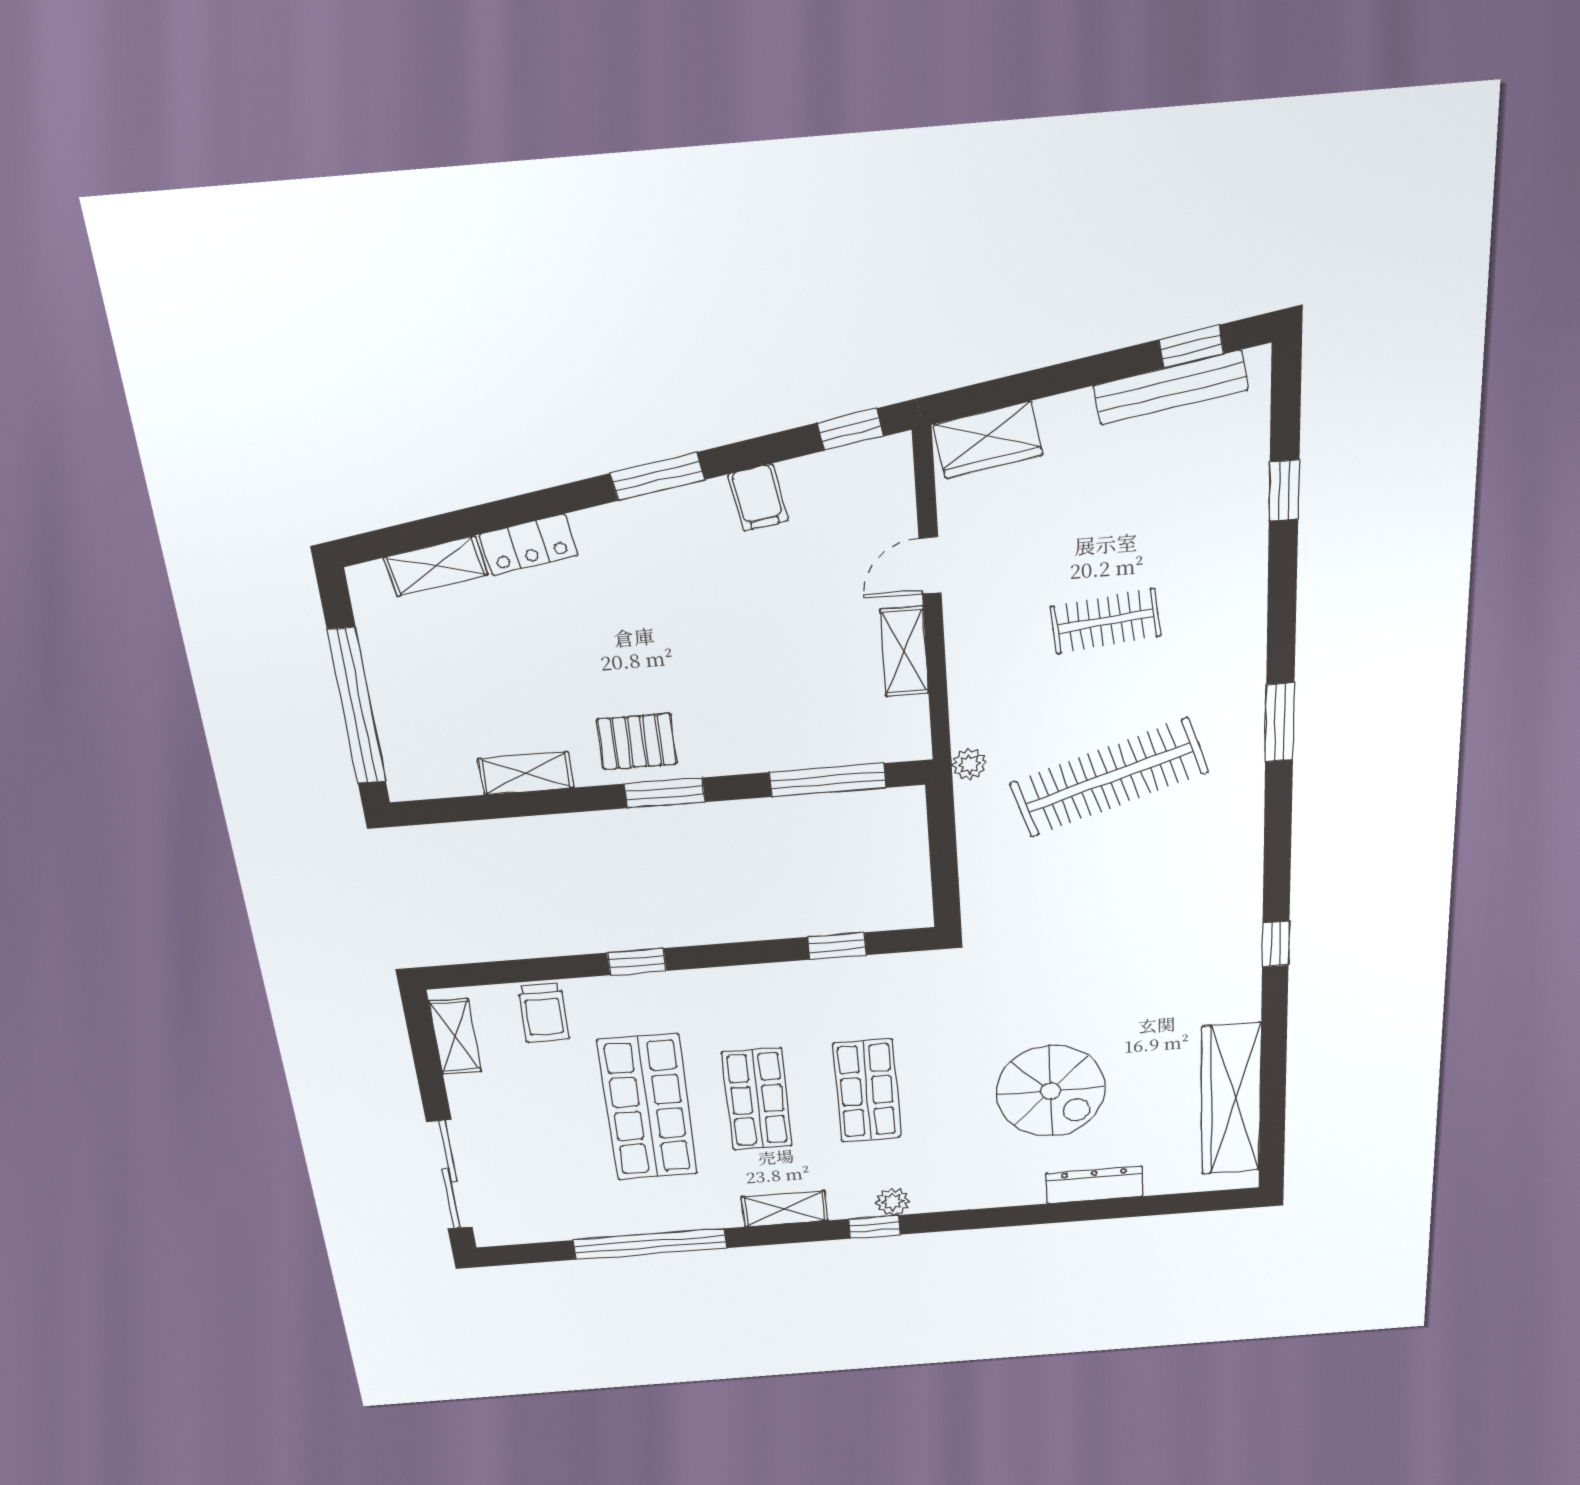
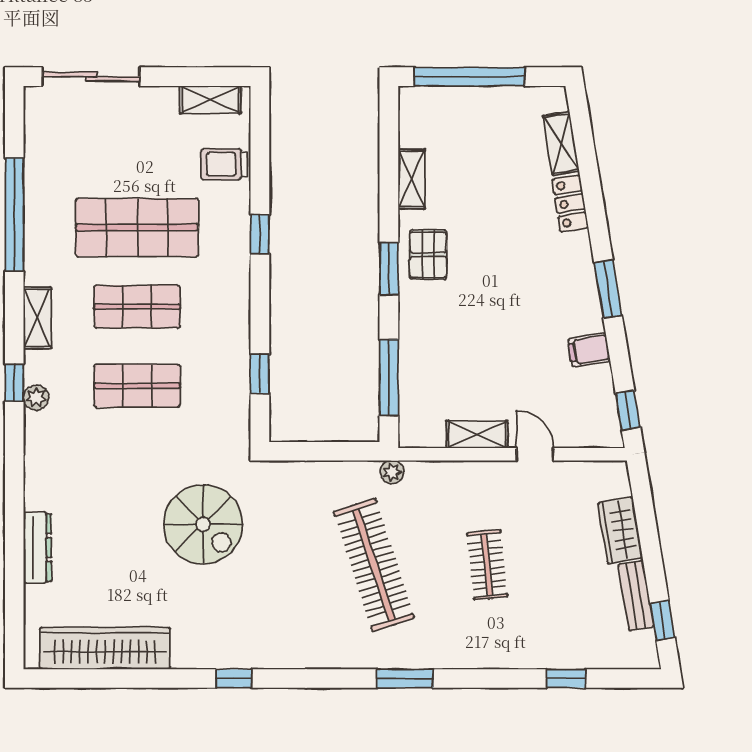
bench: (1171, 388) -> (636, 596), width x0.73
wardrobe: (988, 440) -> (620, 530), moved
spiral stairs: (1051, 1091) -> (203, 524), moved, turned -90

